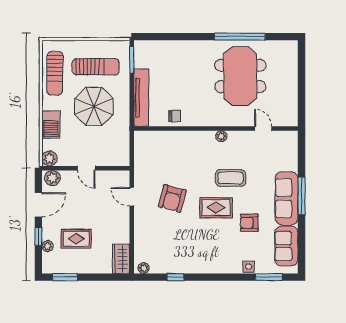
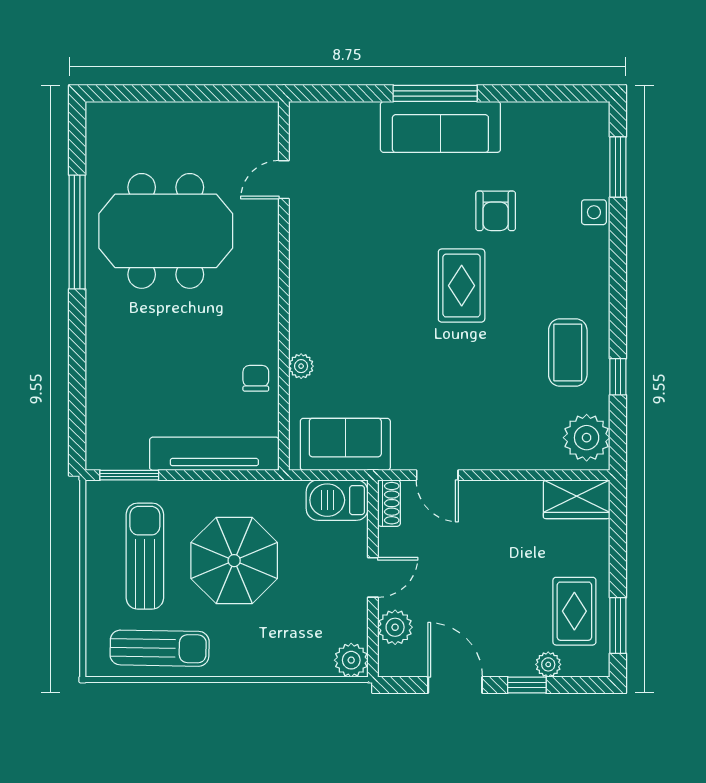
barbecue: (51, 124) -> (337, 500), moved, turned 180
plant: (221, 136) -> (301, 366), moved
shoe rack: (119, 175) -> (389, 503), added
plant: (52, 178) -> (395, 627), moved
coffee table: (231, 178) -> (568, 353), moved
door: (132, 197) -> (437, 475), hinge flipped
armchair: (172, 198) -> (441, 384), removed
rug: (76, 239) -> (574, 611), moved
sofa: (286, 246) -> (345, 444), moved, turned 180
plant: (144, 268) -> (587, 438), width x1.88, depth x1.88

